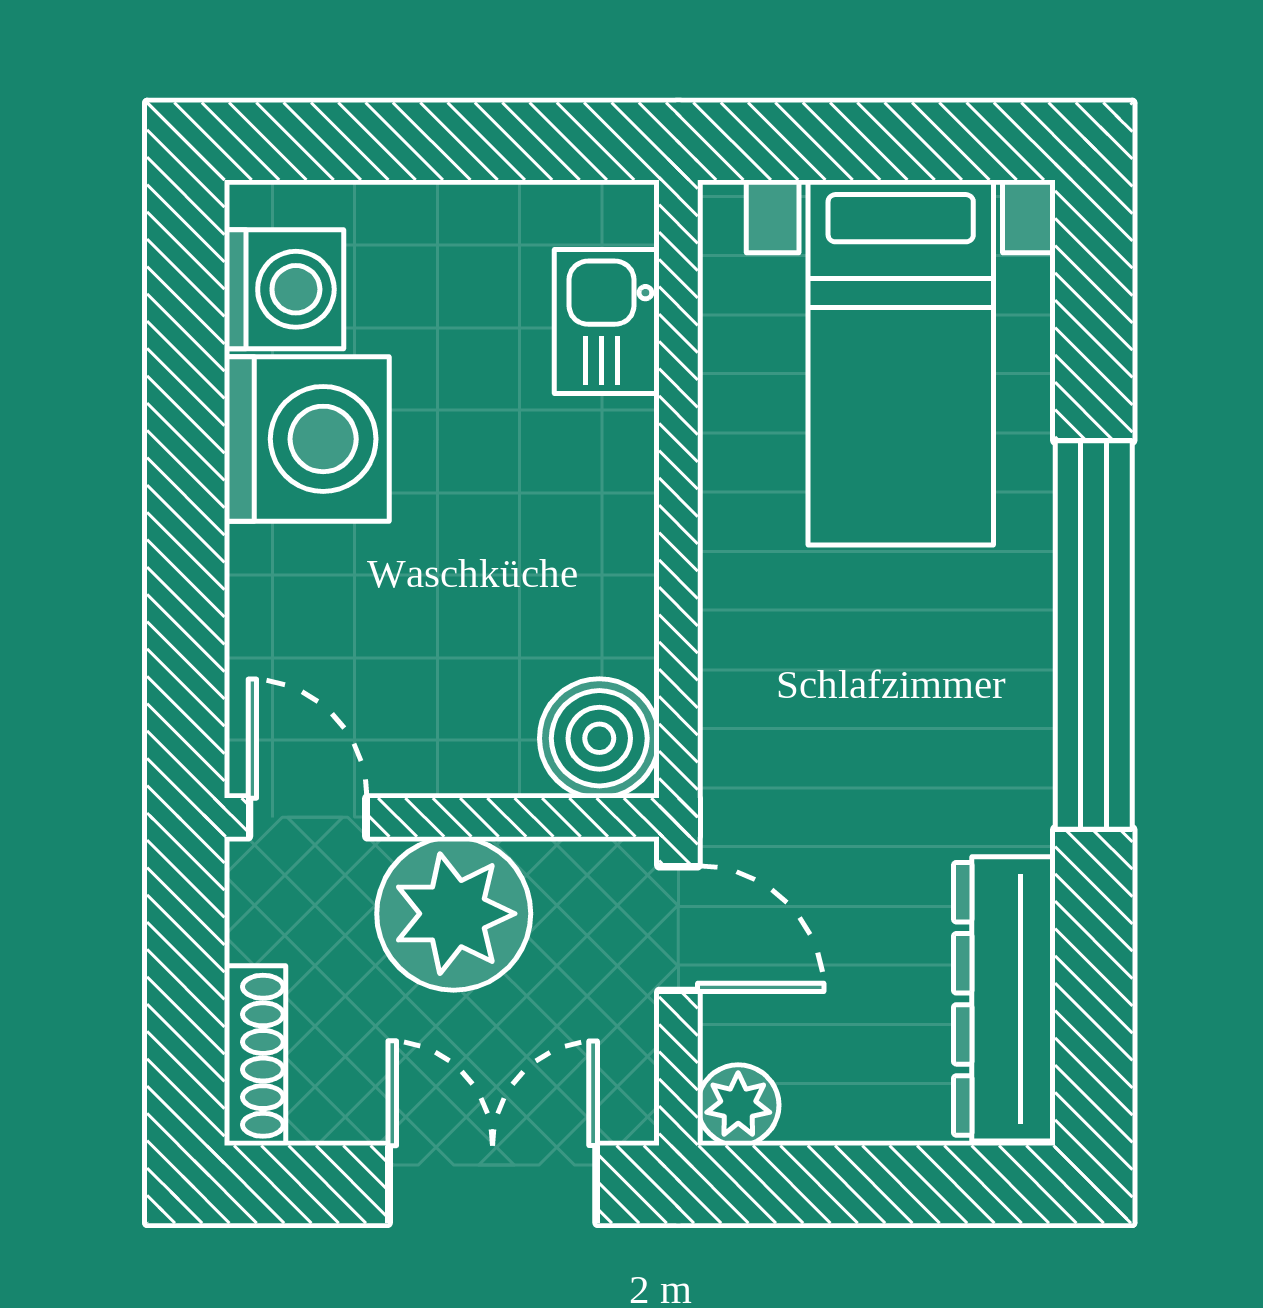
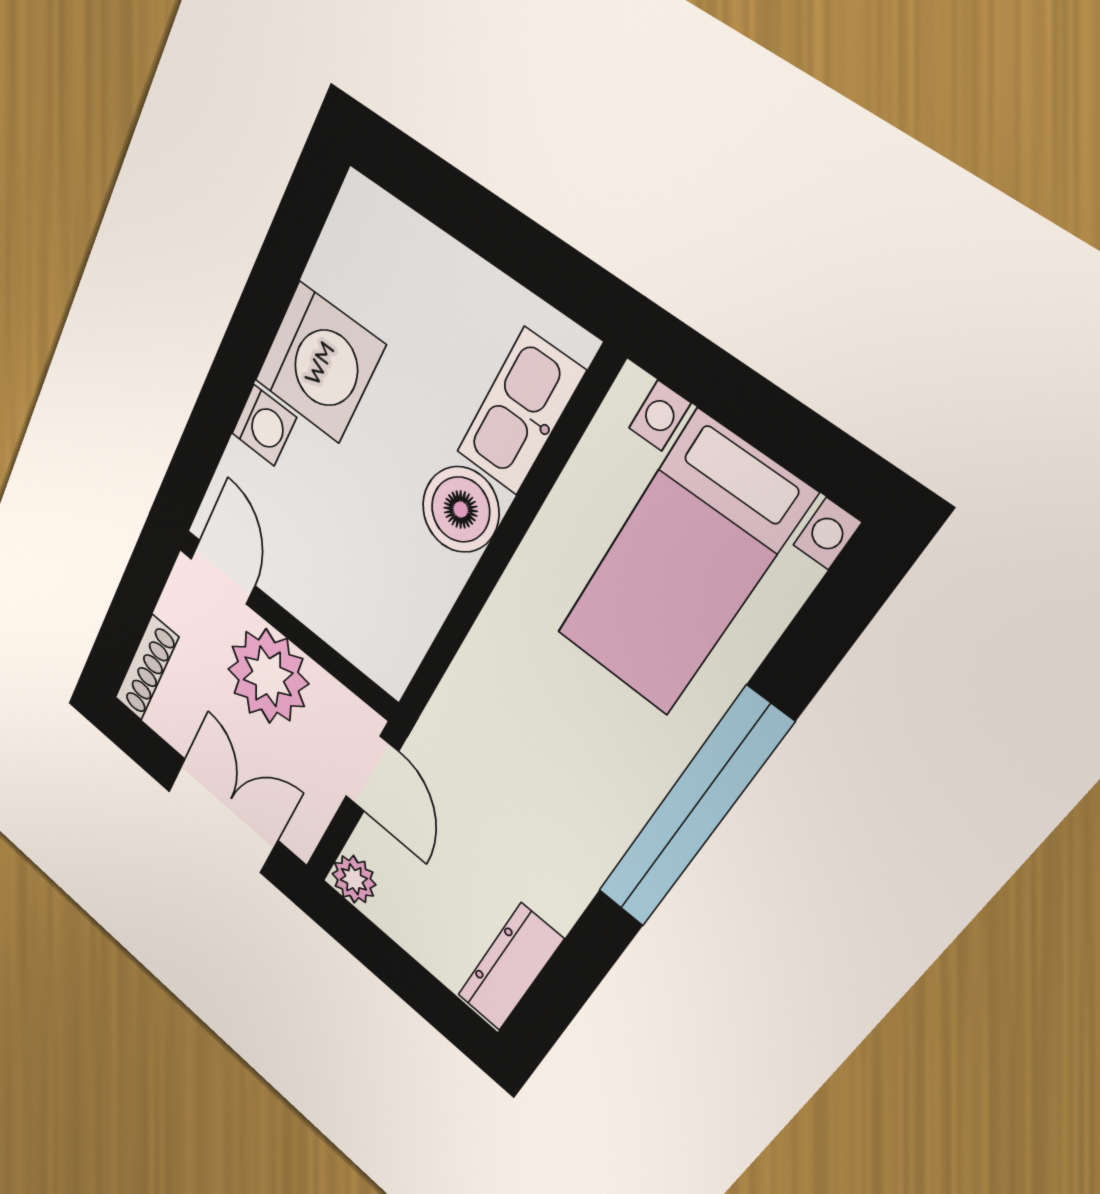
washing machine: (284, 289) -> (264, 425), moved, width x0.73, depth x0.73
kitchen sink: (607, 322) -> (520, 412), width x1.38
boiler: (599, 738) -> (461, 509), moved
dresser: (1004, 999) -> (510, 967), width x0.73, depth x0.80

